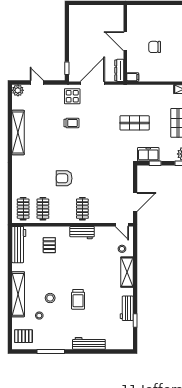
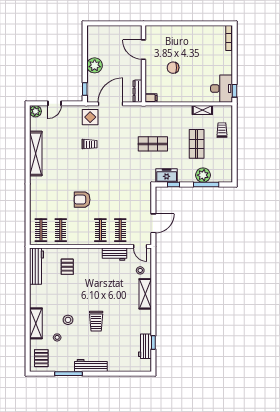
door: (125, 41) -> (144, 50), moved
plant: (77, 45) -> (95, 65), added
door: (37, 83) -> (55, 103), swing flipped
clothes rail: (102, 209) -> (120, 230), added
workbench: (82, 233) -> (114, 254), moved
shelving: (18, 294) -> (36, 323), width x0.68
workbench: (127, 308) -> (145, 346), moved
pallet: (23, 336) -> (41, 358), turned 90
workbench: (89, 343) -> (91, 365), moved

